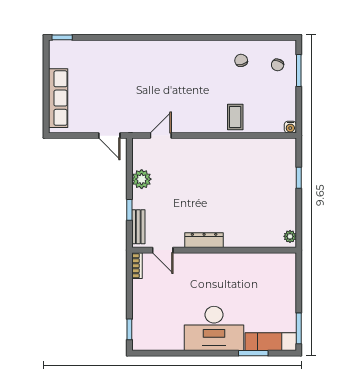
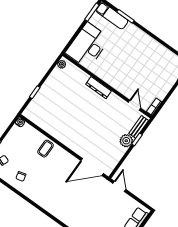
door: (161, 136) -> (92, 167), width x1.88
plant: (142, 179) -> (126, 141), moved
dresser: (204, 240) -> (98, 88), moved
desk: (214, 328) -> (88, 46), moved, turned -90

